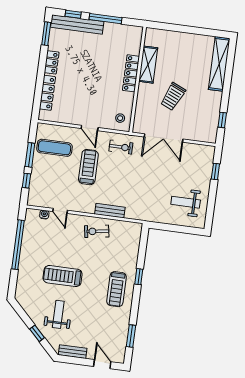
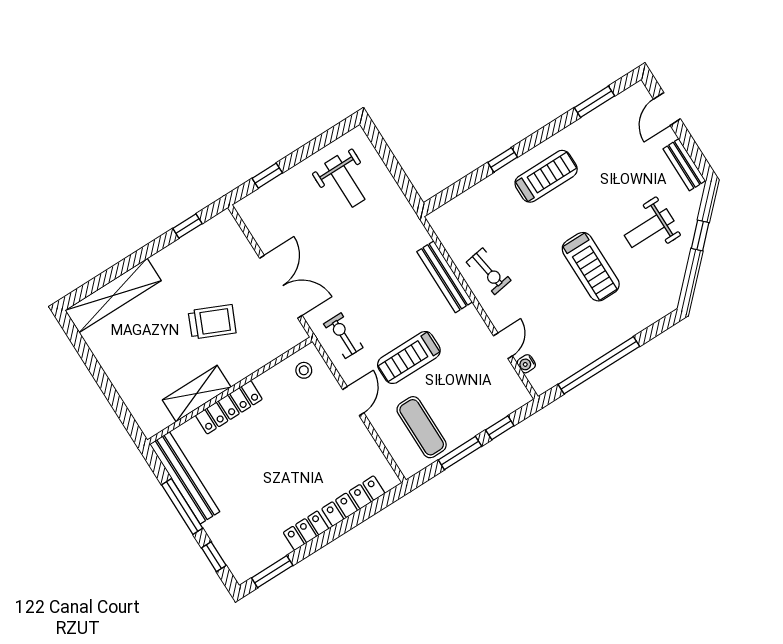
bench: (77, 24) -> (185, 478), moved
bench: (110, 211) -> (445, 277), width x1.36

